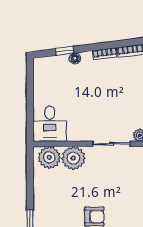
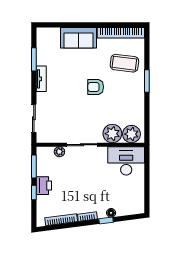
window: (65, 51) -> (106, 221), moved
desk: (50, 124) -> (126, 161), width x1.37

